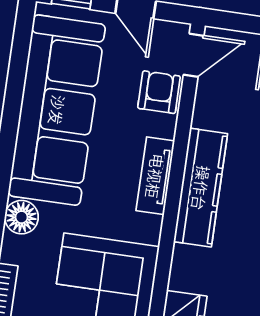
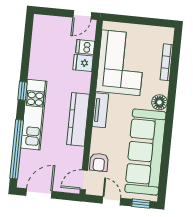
tv unit: (155, 176) -> (100, 110), moved

